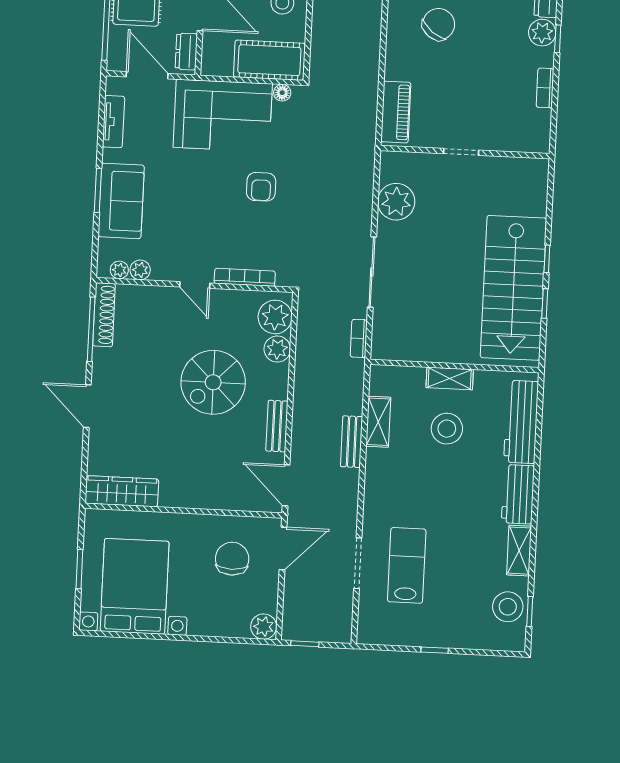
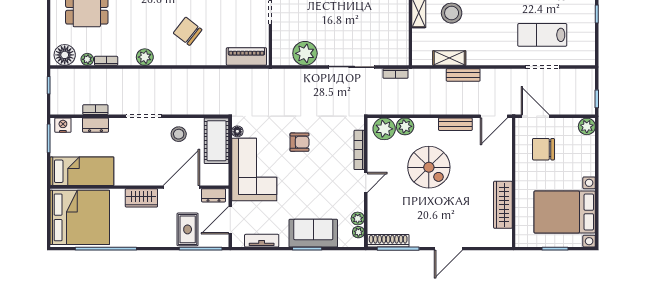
wardrobe: (122, 491) -> (503, 205), moved

